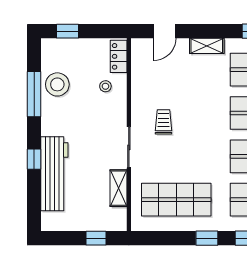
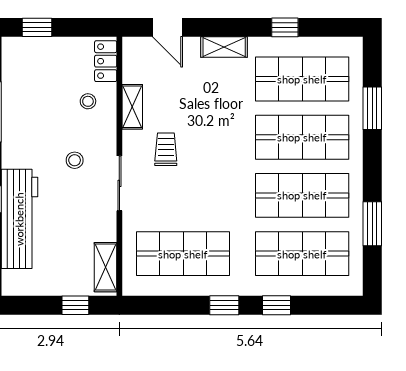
door: (165, 31) -> (167, 27), hinge flipped
stool: (57, 84) -> (75, 160), moved, width x0.53, depth x0.53
shelving: (138, 90) -> (132, 107), added
shelving: (118, 188) -> (105, 267), moved

